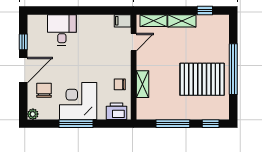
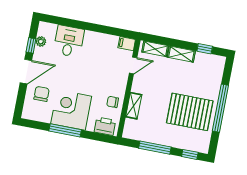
plant: (33, 114) -> (41, 41), moved

